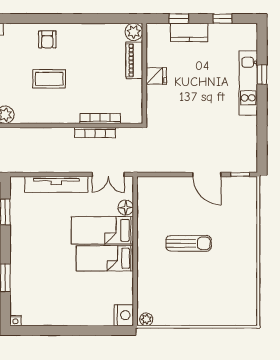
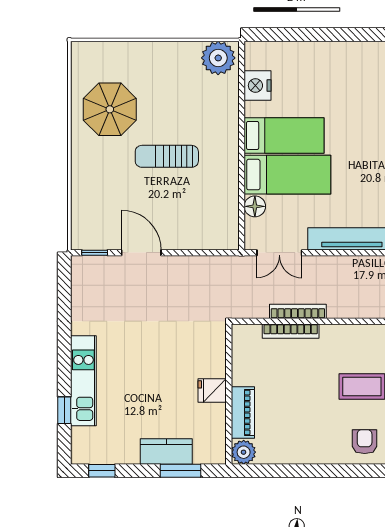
window: (179, 19) -> (180, 471), width x1.50
window: (223, 19) -> (102, 471), moved
window: (262, 75) -> (64, 410), moved
double door: (108, 175) -> (279, 253), swing flipped
parasol: (229, 277) -> (110, 109), added
nightstand: (124, 315) -> (258, 85), moved
plant: (146, 319) -> (218, 58), width x1.88, depth x1.88

